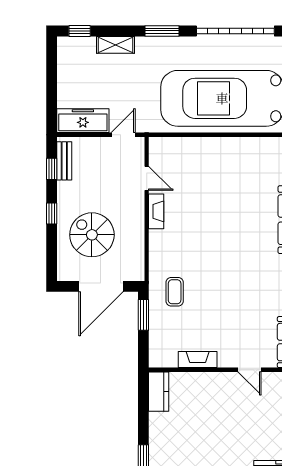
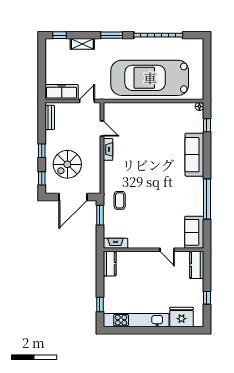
window: (52, 169) -> (42, 178), moved
spiral stairs: (92, 235) -> (67, 164), turned -90
fireplace: (198, 359) -> (115, 243), moved

